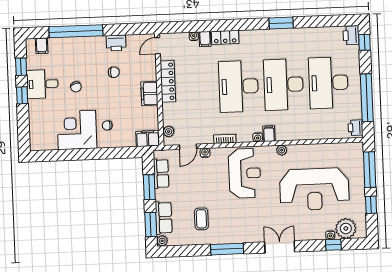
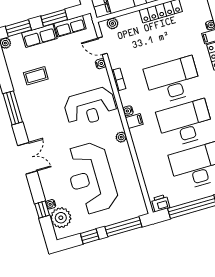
row of seats: (164, 218) -> (39, 36), moved

